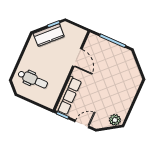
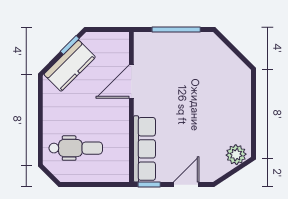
door: (77, 58) -> (131, 82), swing flipped

